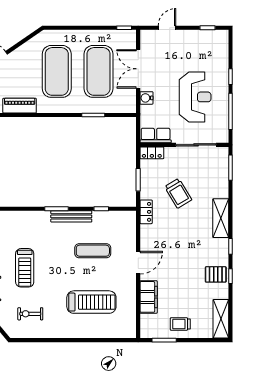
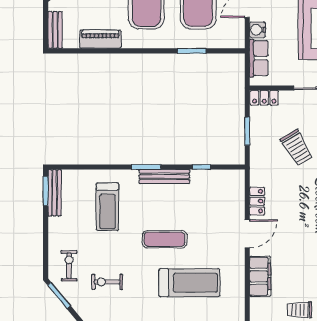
row of seats: (156, 136) -> (259, 58), moved, turned 90
locker: (146, 212) -> (257, 201), moved
exercise mat: (93, 251) -> (165, 239), moved
treadmill: (25, 268) -> (107, 207), moved
exercise bike: (30, 314) -> (107, 282), moved

